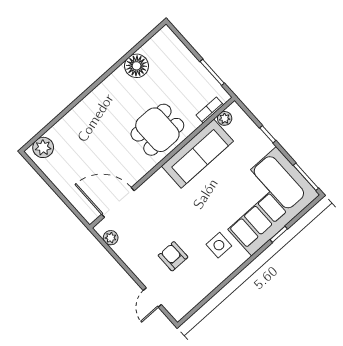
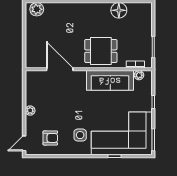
door: (118, 202) -> (60, 69), moved
plant: (111, 238) -> (30, 111), moved
armchair: (173, 256) -> (50, 138), moved, turned 90
door: (152, 298) -> (24, 143), moved

